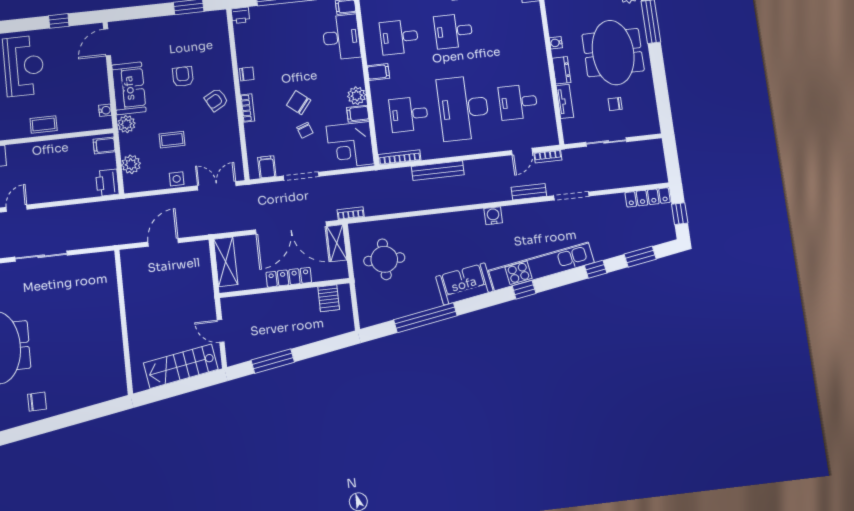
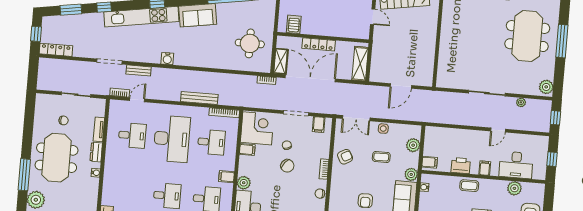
plant: (357, 96) -> (244, 183), moved
armchair: (216, 100) -> (345, 157), moved
filing cabinet: (26, 152) -> (485, 168), added
printer: (107, 183) -> (461, 166), moved, turned -90

